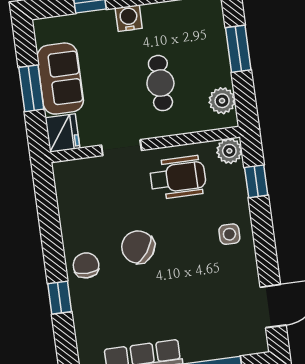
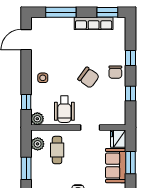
cafe table: (160, 83) -> (57, 150), moved
wheelchair: (178, 177) -> (64, 109), turned -90
window: (50, 226) -> (130, 94), added

